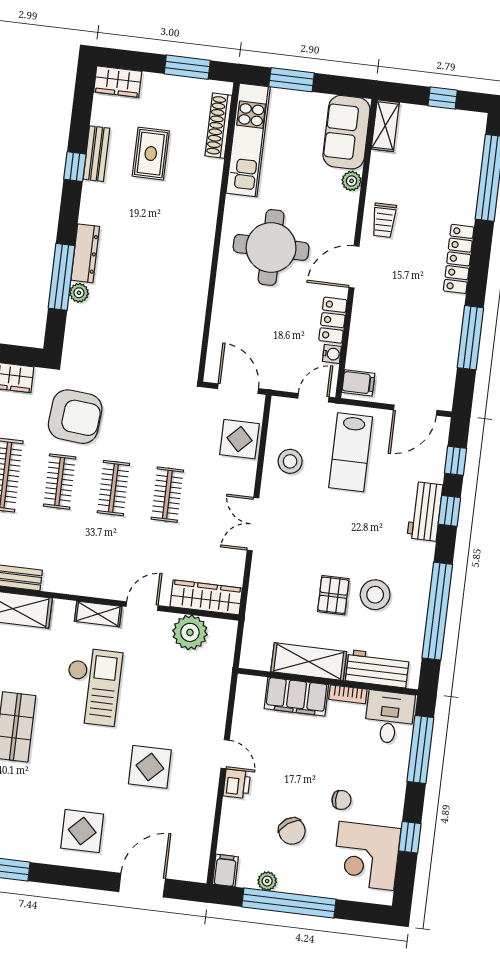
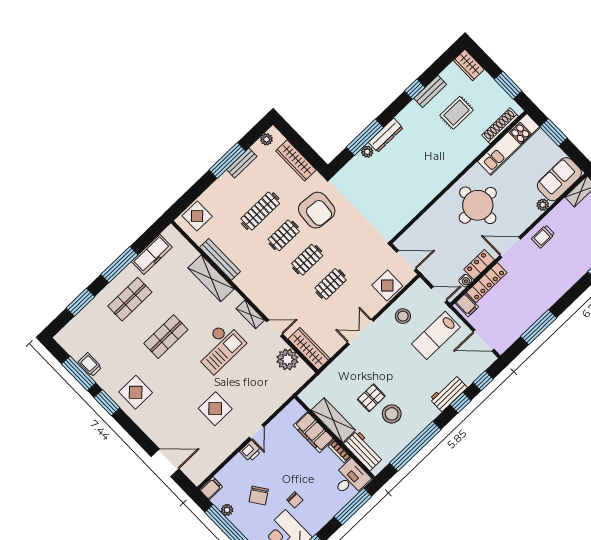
locker: (459, 259) -> (487, 282), moved, turned 180
door: (238, 389) -> (406, 260), hinge flipped
display table: (82, 831) -> (136, 392), moved

